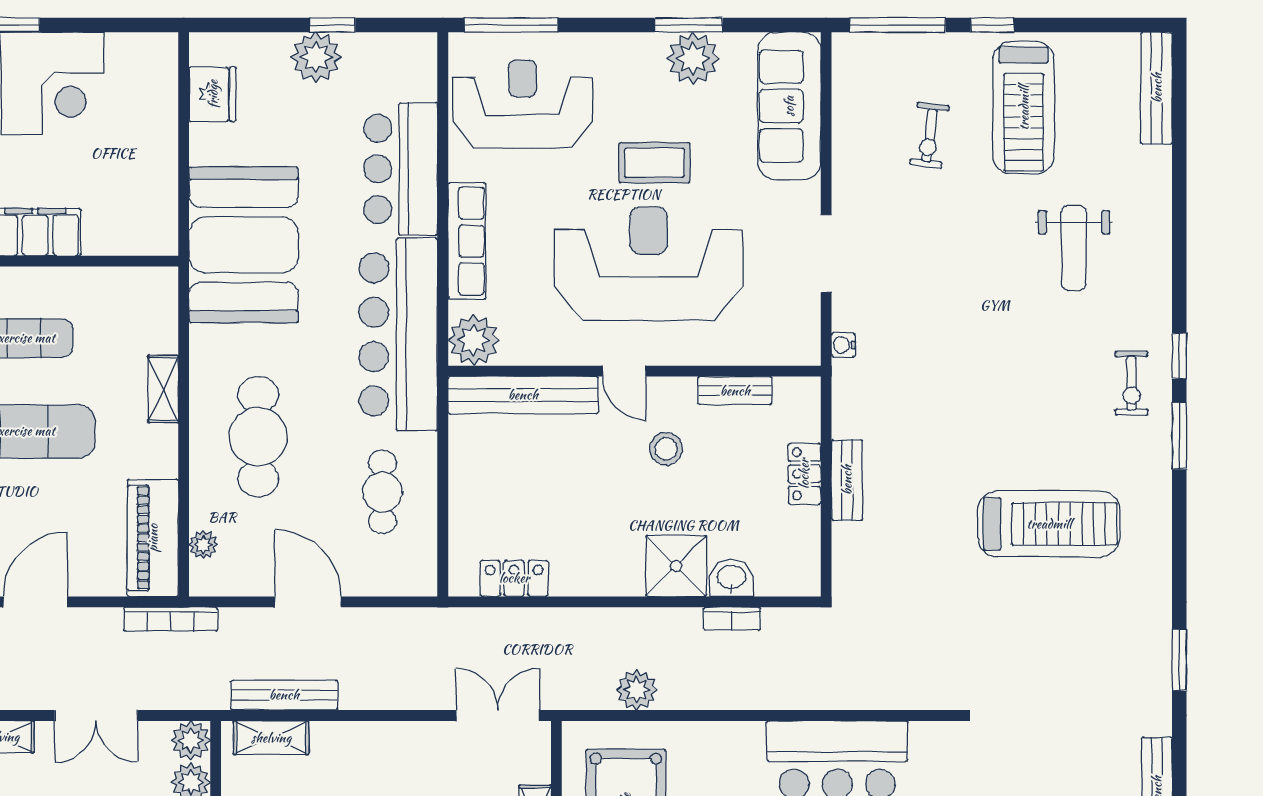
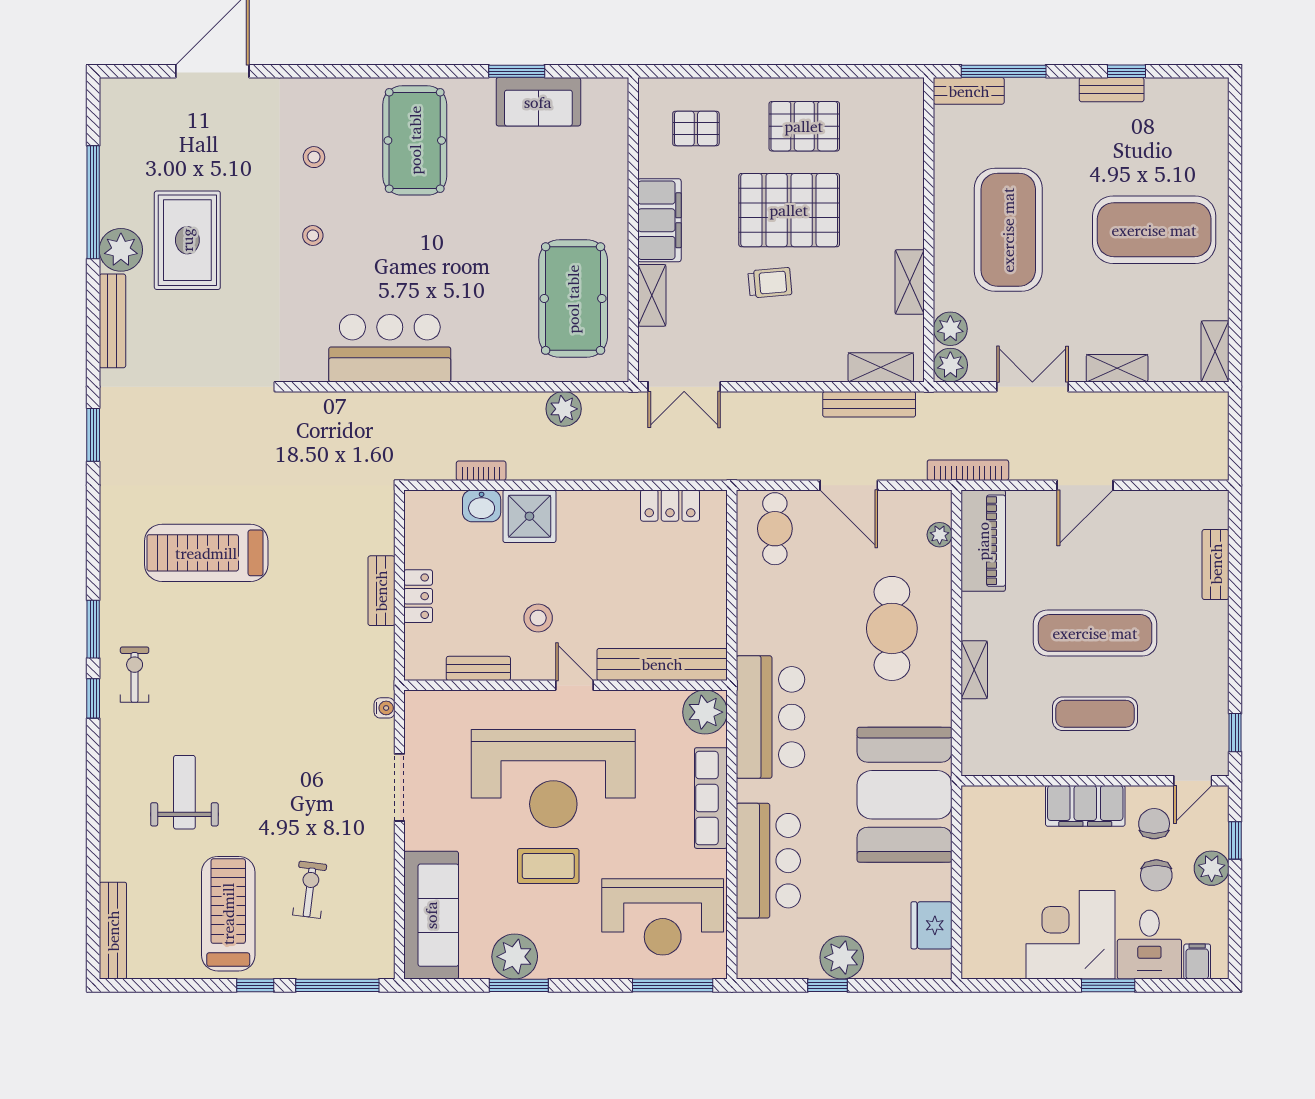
bar counter: (398, 334) -> (771, 717), width x0.73
cafe table: (383, 492) -> (775, 529), moved

